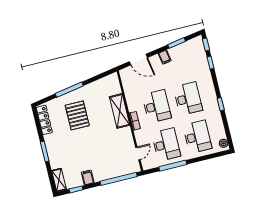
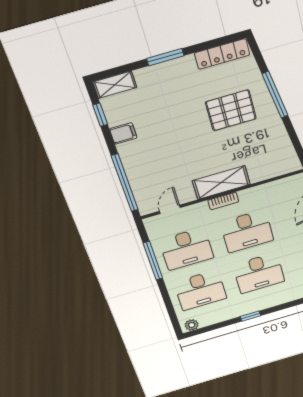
shelving: (120, 111) -> (221, 183), moved
door: (138, 153) -> (170, 209), swing flipped

